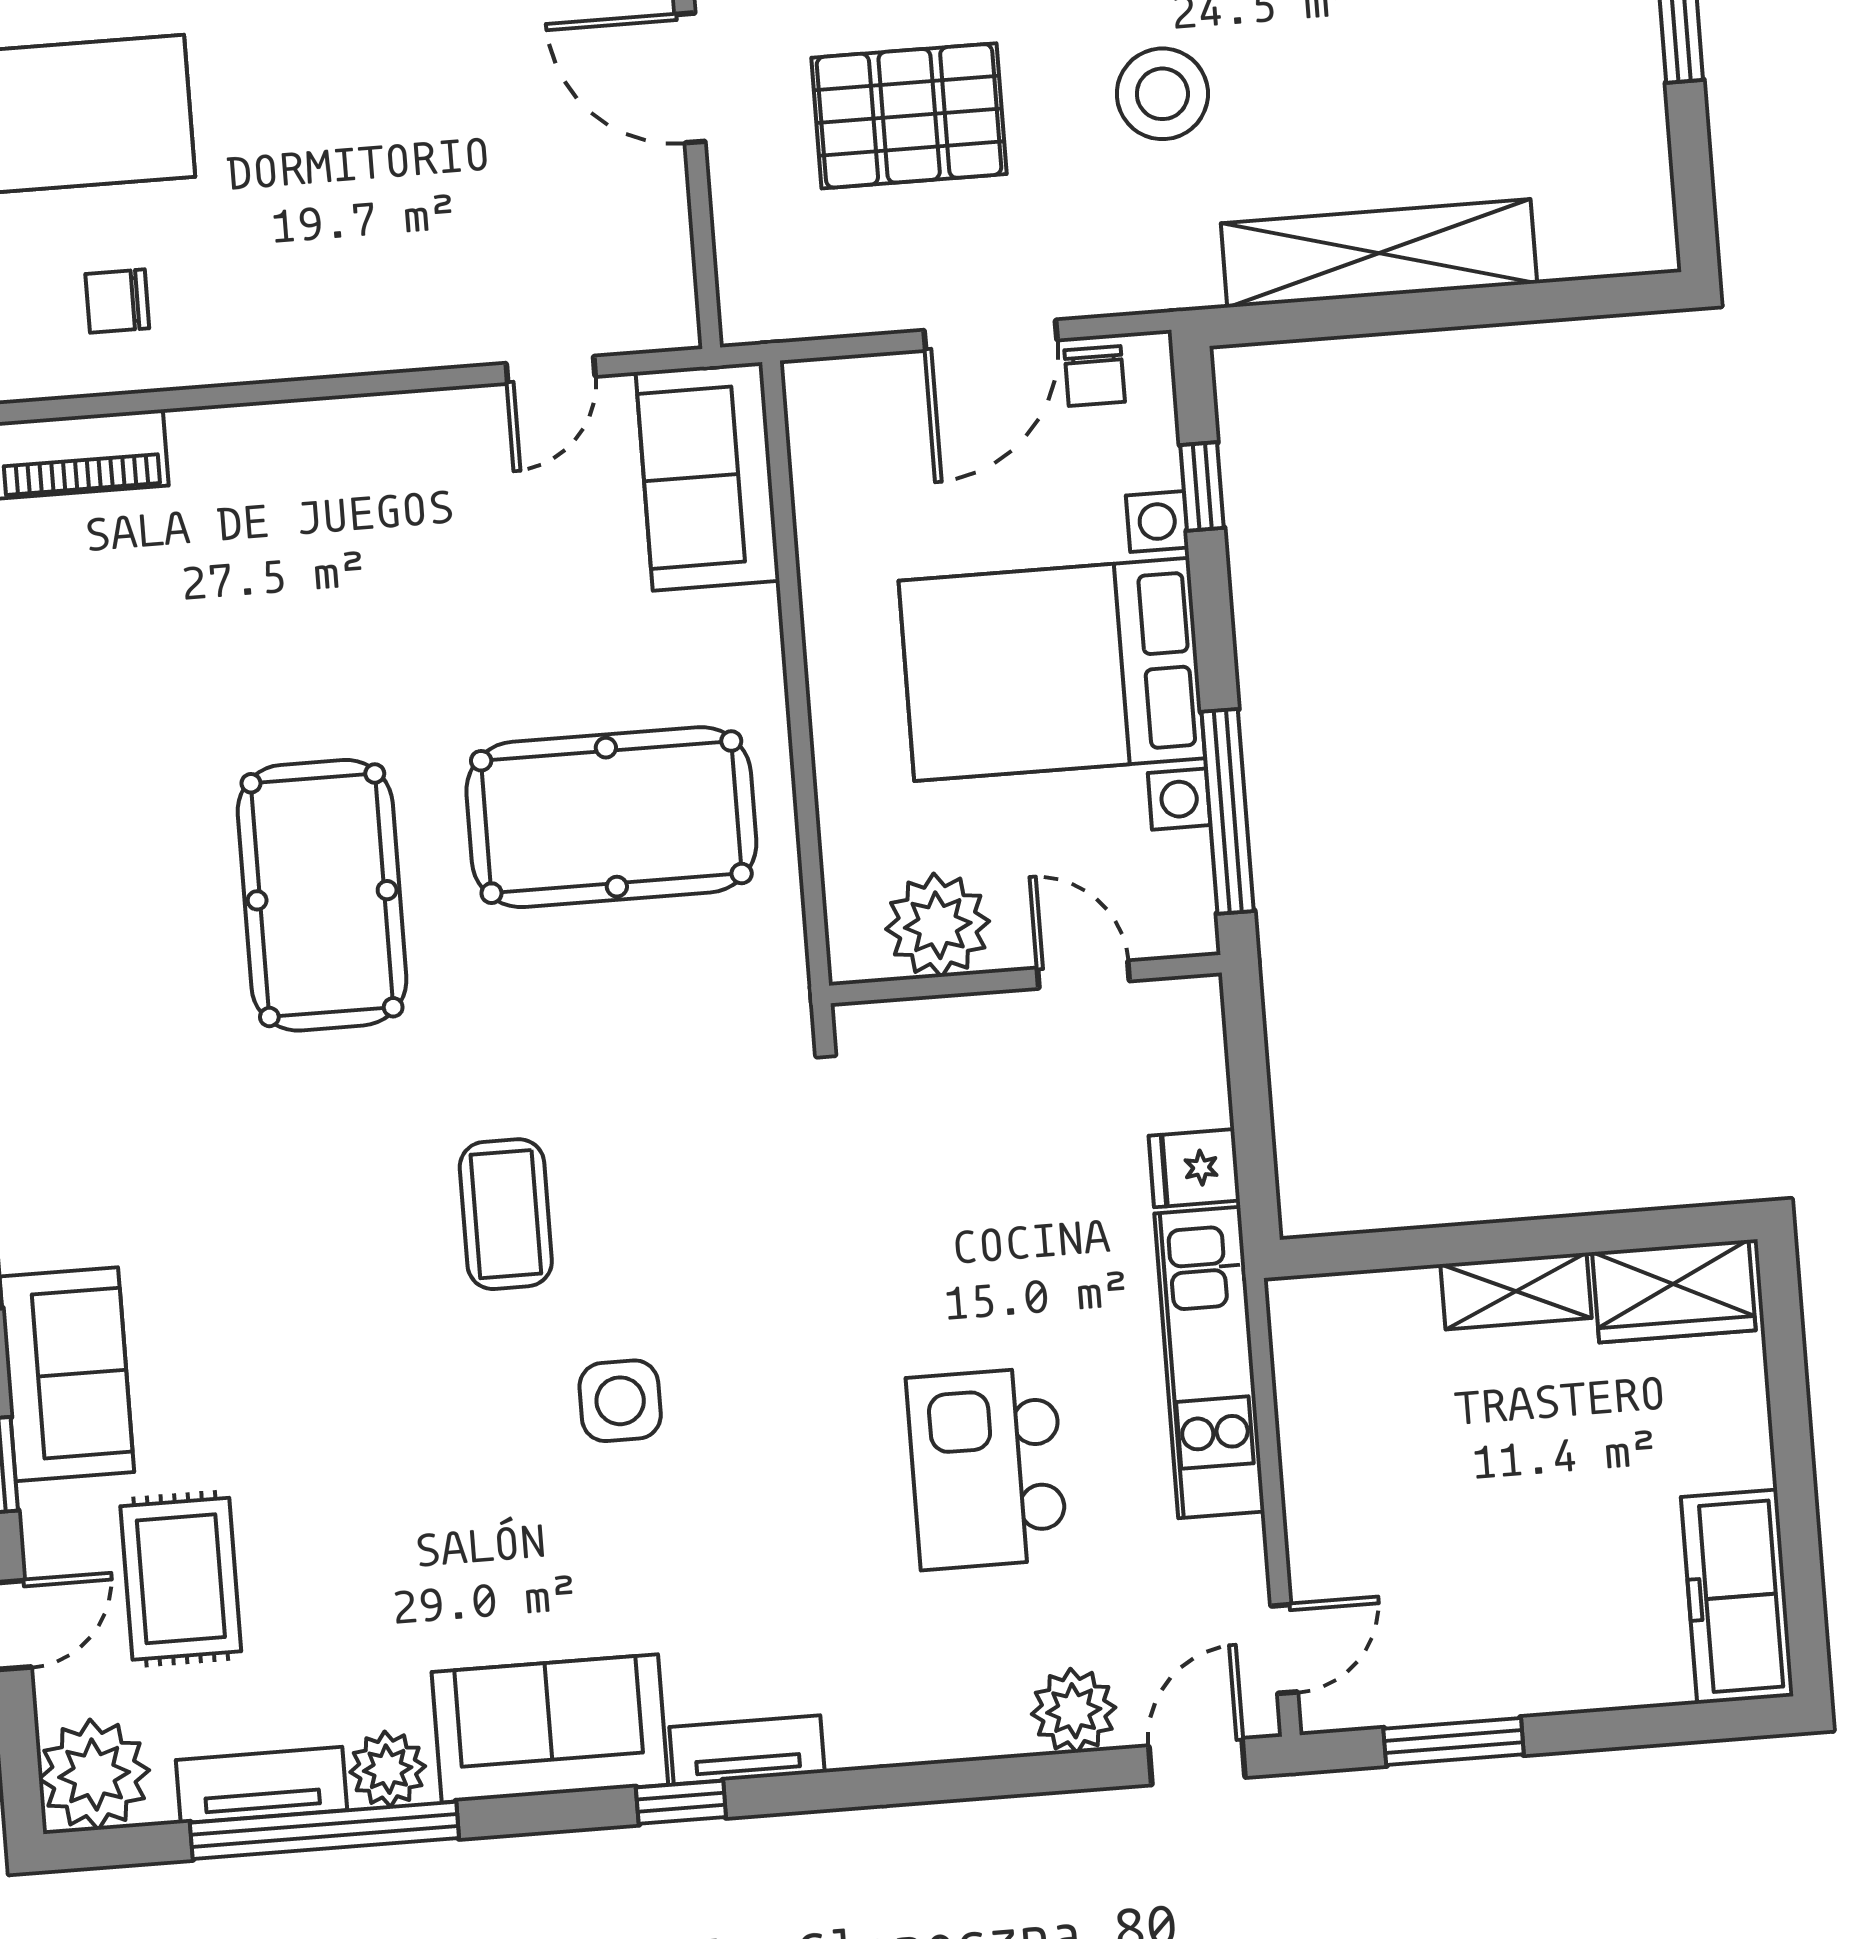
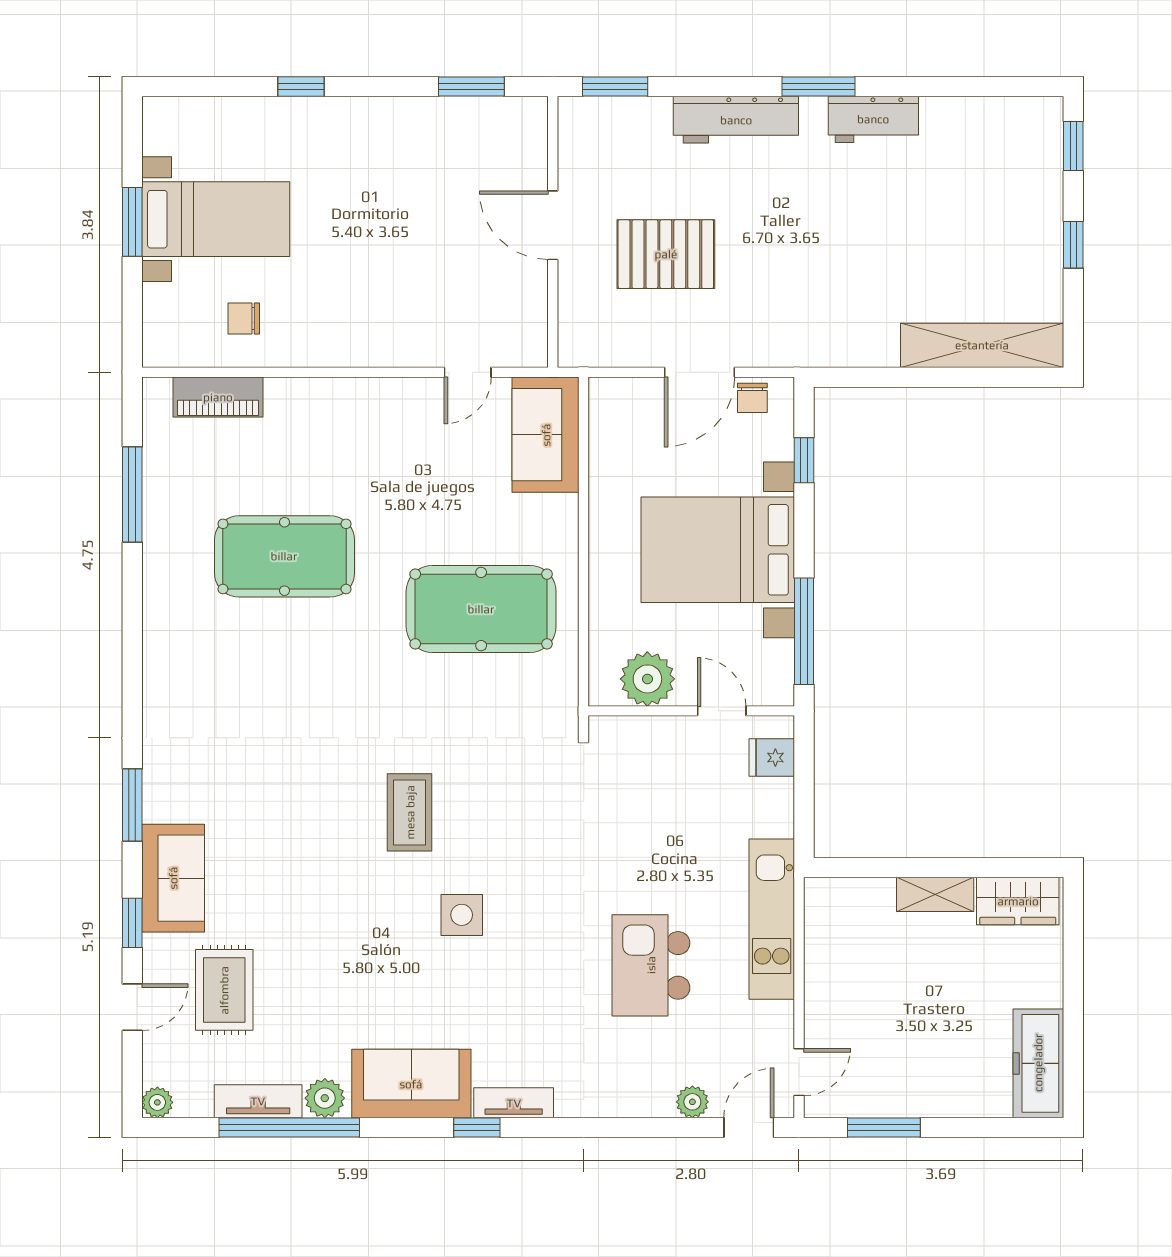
stool: (1162, 94) -> (799, 253), removed
shelving: (1379, 253) -> (982, 345), moved
pool table: (322, 895) -> (284, 556), moved, turned 90
fridge: (1194, 1168) -> (772, 758), moved
plant: (1074, 1711) -> (692, 1102), width x0.73, depth x0.73
plant: (94, 1775) -> (157, 1102), width x0.53, depth x0.53

